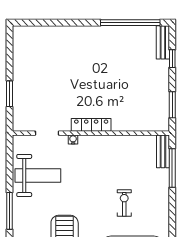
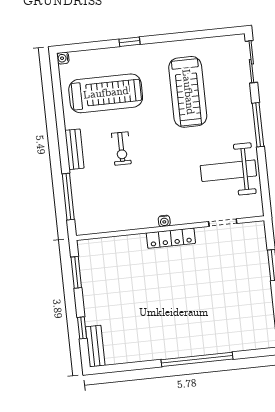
window: (130, 23) -> (197, 359), moved
water cooler: (73, 140) -> (164, 221), moved
bench: (163, 151) -> (74, 149), moved

